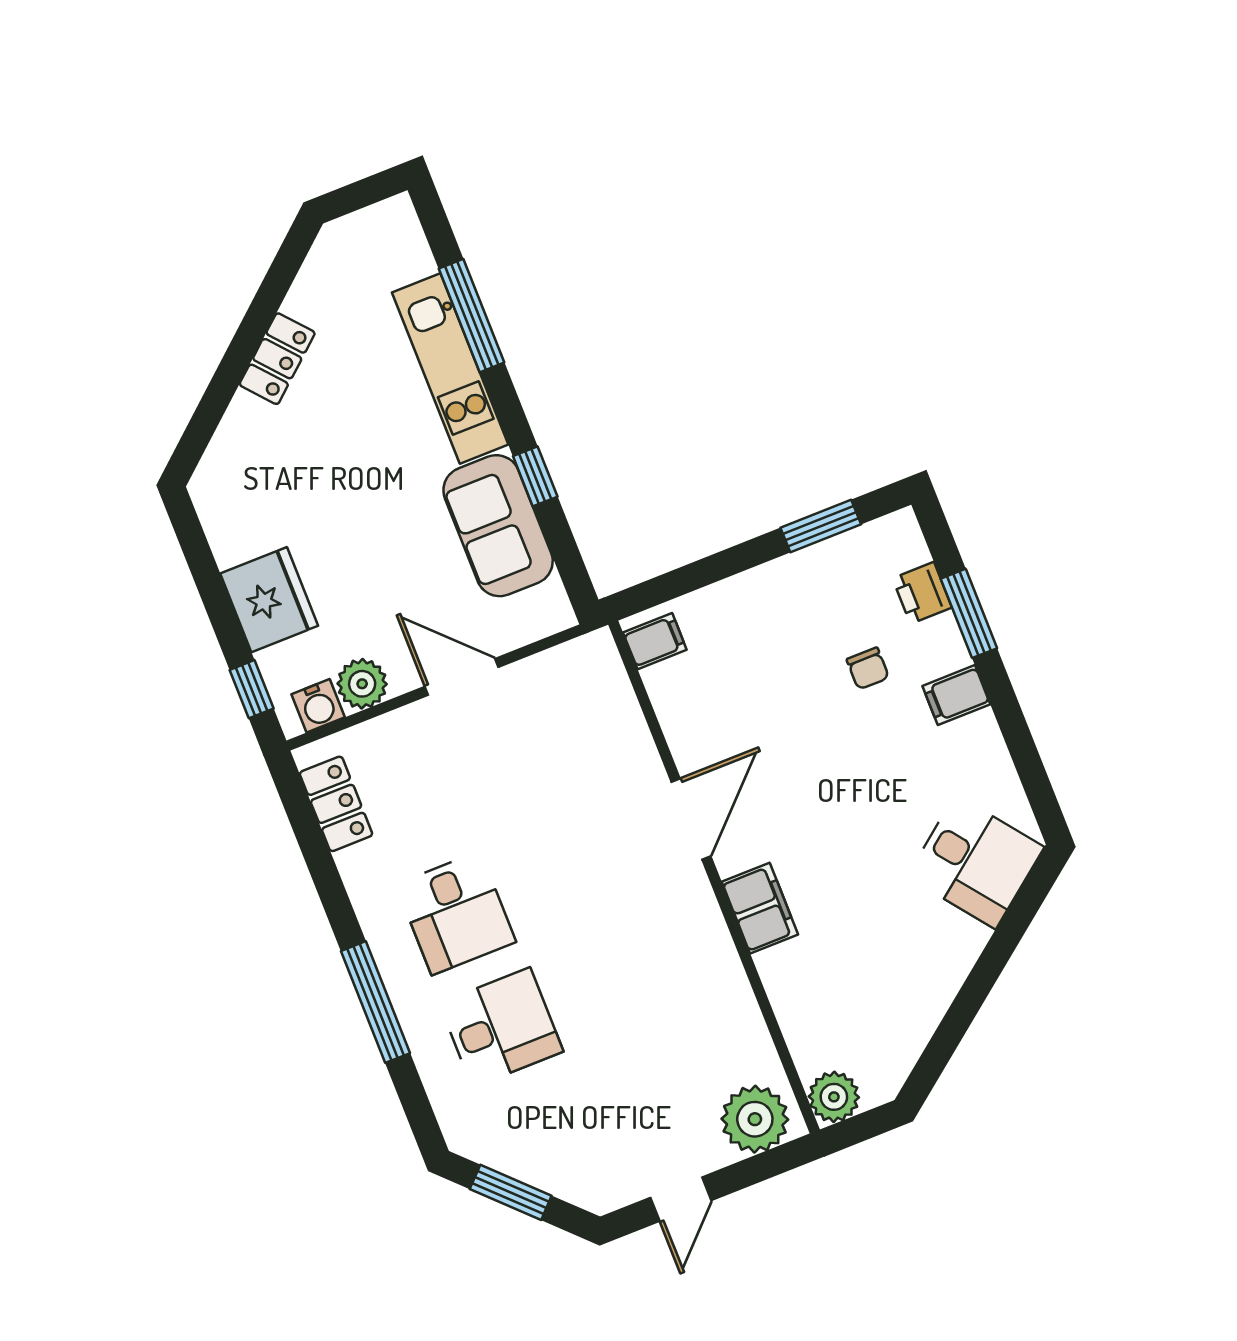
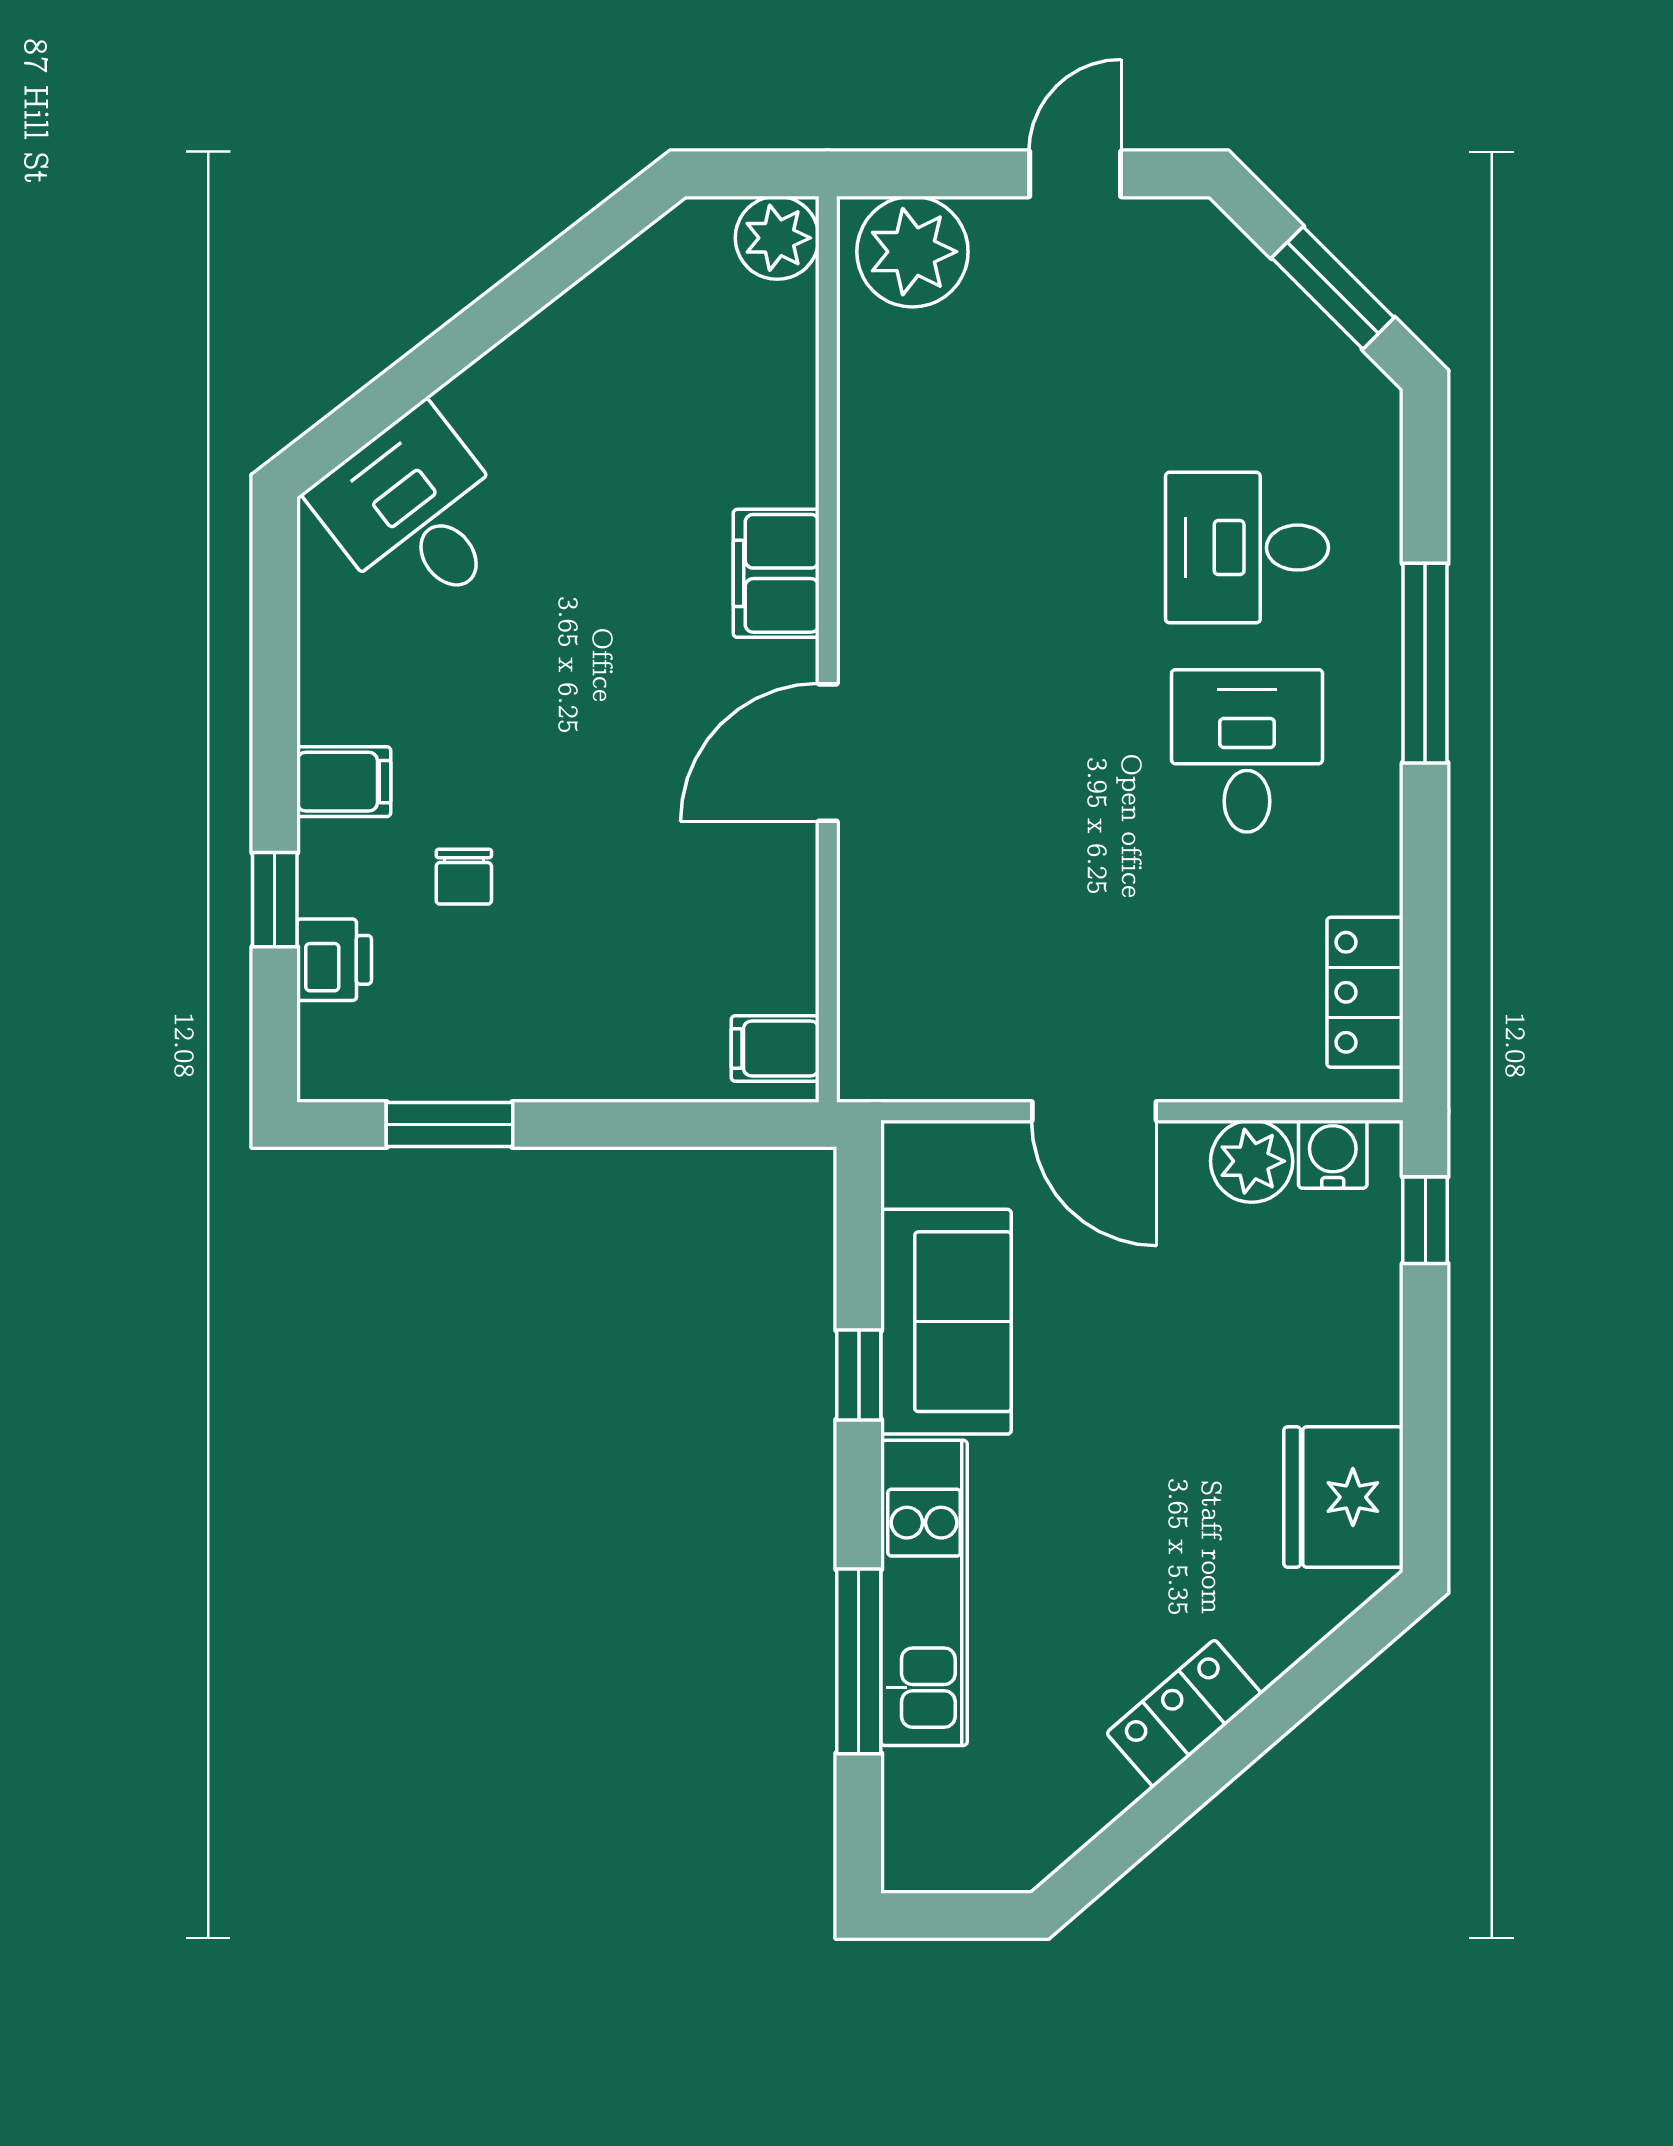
fridge: (269, 600) -> (1343, 1497), moved
window: (969, 613) -> (275, 900), width x0.67
chair: (868, 668) -> (464, 877), turned 180

